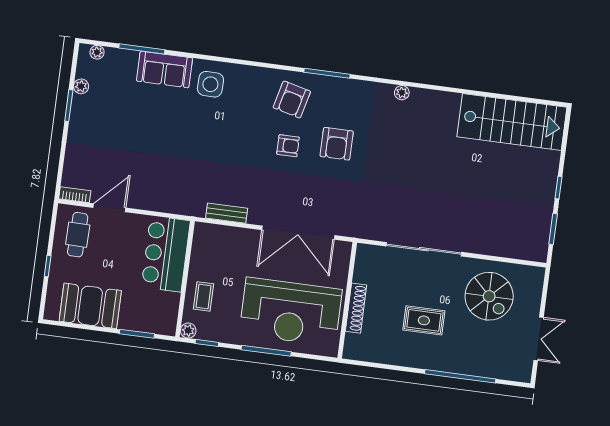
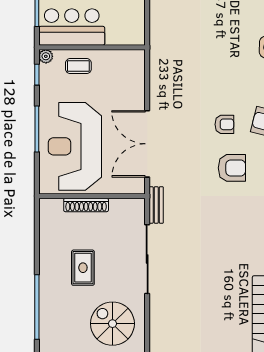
armchair: (337, 144) -> (232, 168), turned 180
armchair: (288, 146) -> (224, 124), turned -90
bench: (227, 213) -> (156, 205), moved
bar counter: (166, 254) -> (72, 27), moved
spiral stairs: (489, 296) -> (112, 324), turned 90

